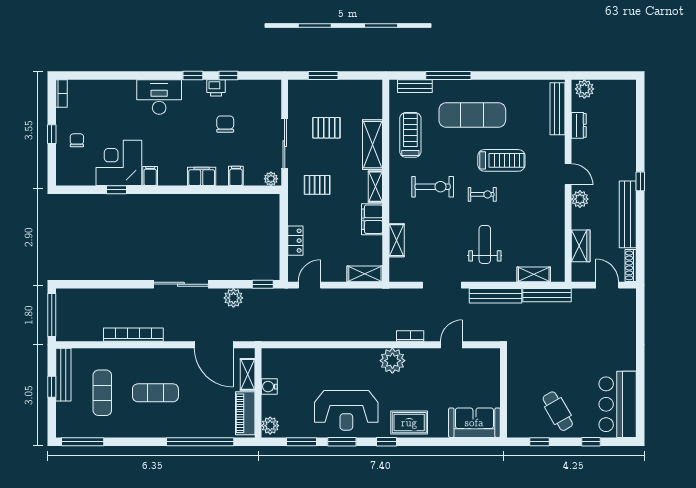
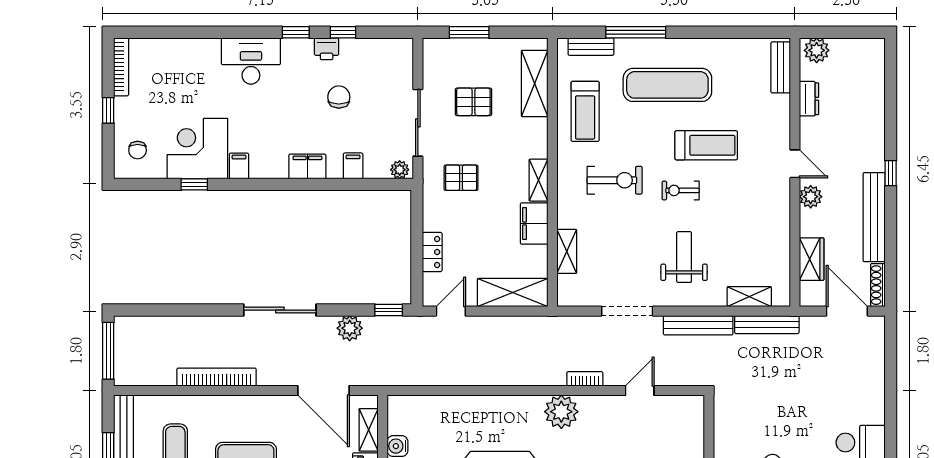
bookcase: (62, 94) -> (121, 67), width x1.56
bench: (557, 109) -> (781, 67), width x0.73
treadmill: (410, 135) -> (585, 111), turned 180
chair: (77, 140) -> (138, 150), moved, turned 180
shelving: (372, 145) -> (535, 83), moved
exercise bike: (482, 194) -> (681, 190), turned 180
shelving: (365, 274) -> (513, 293), width x1.50, depth x1.33
door: (607, 285) -> (847, 311), width x1.37

